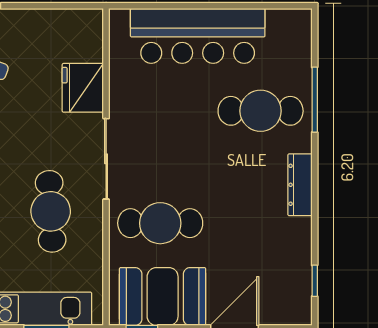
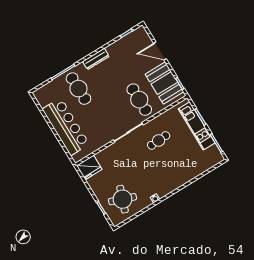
fridge: (83, 88) -> (89, 167), moved
cafe table: (51, 211) -> (159, 140), width x0.73, depth x0.74

